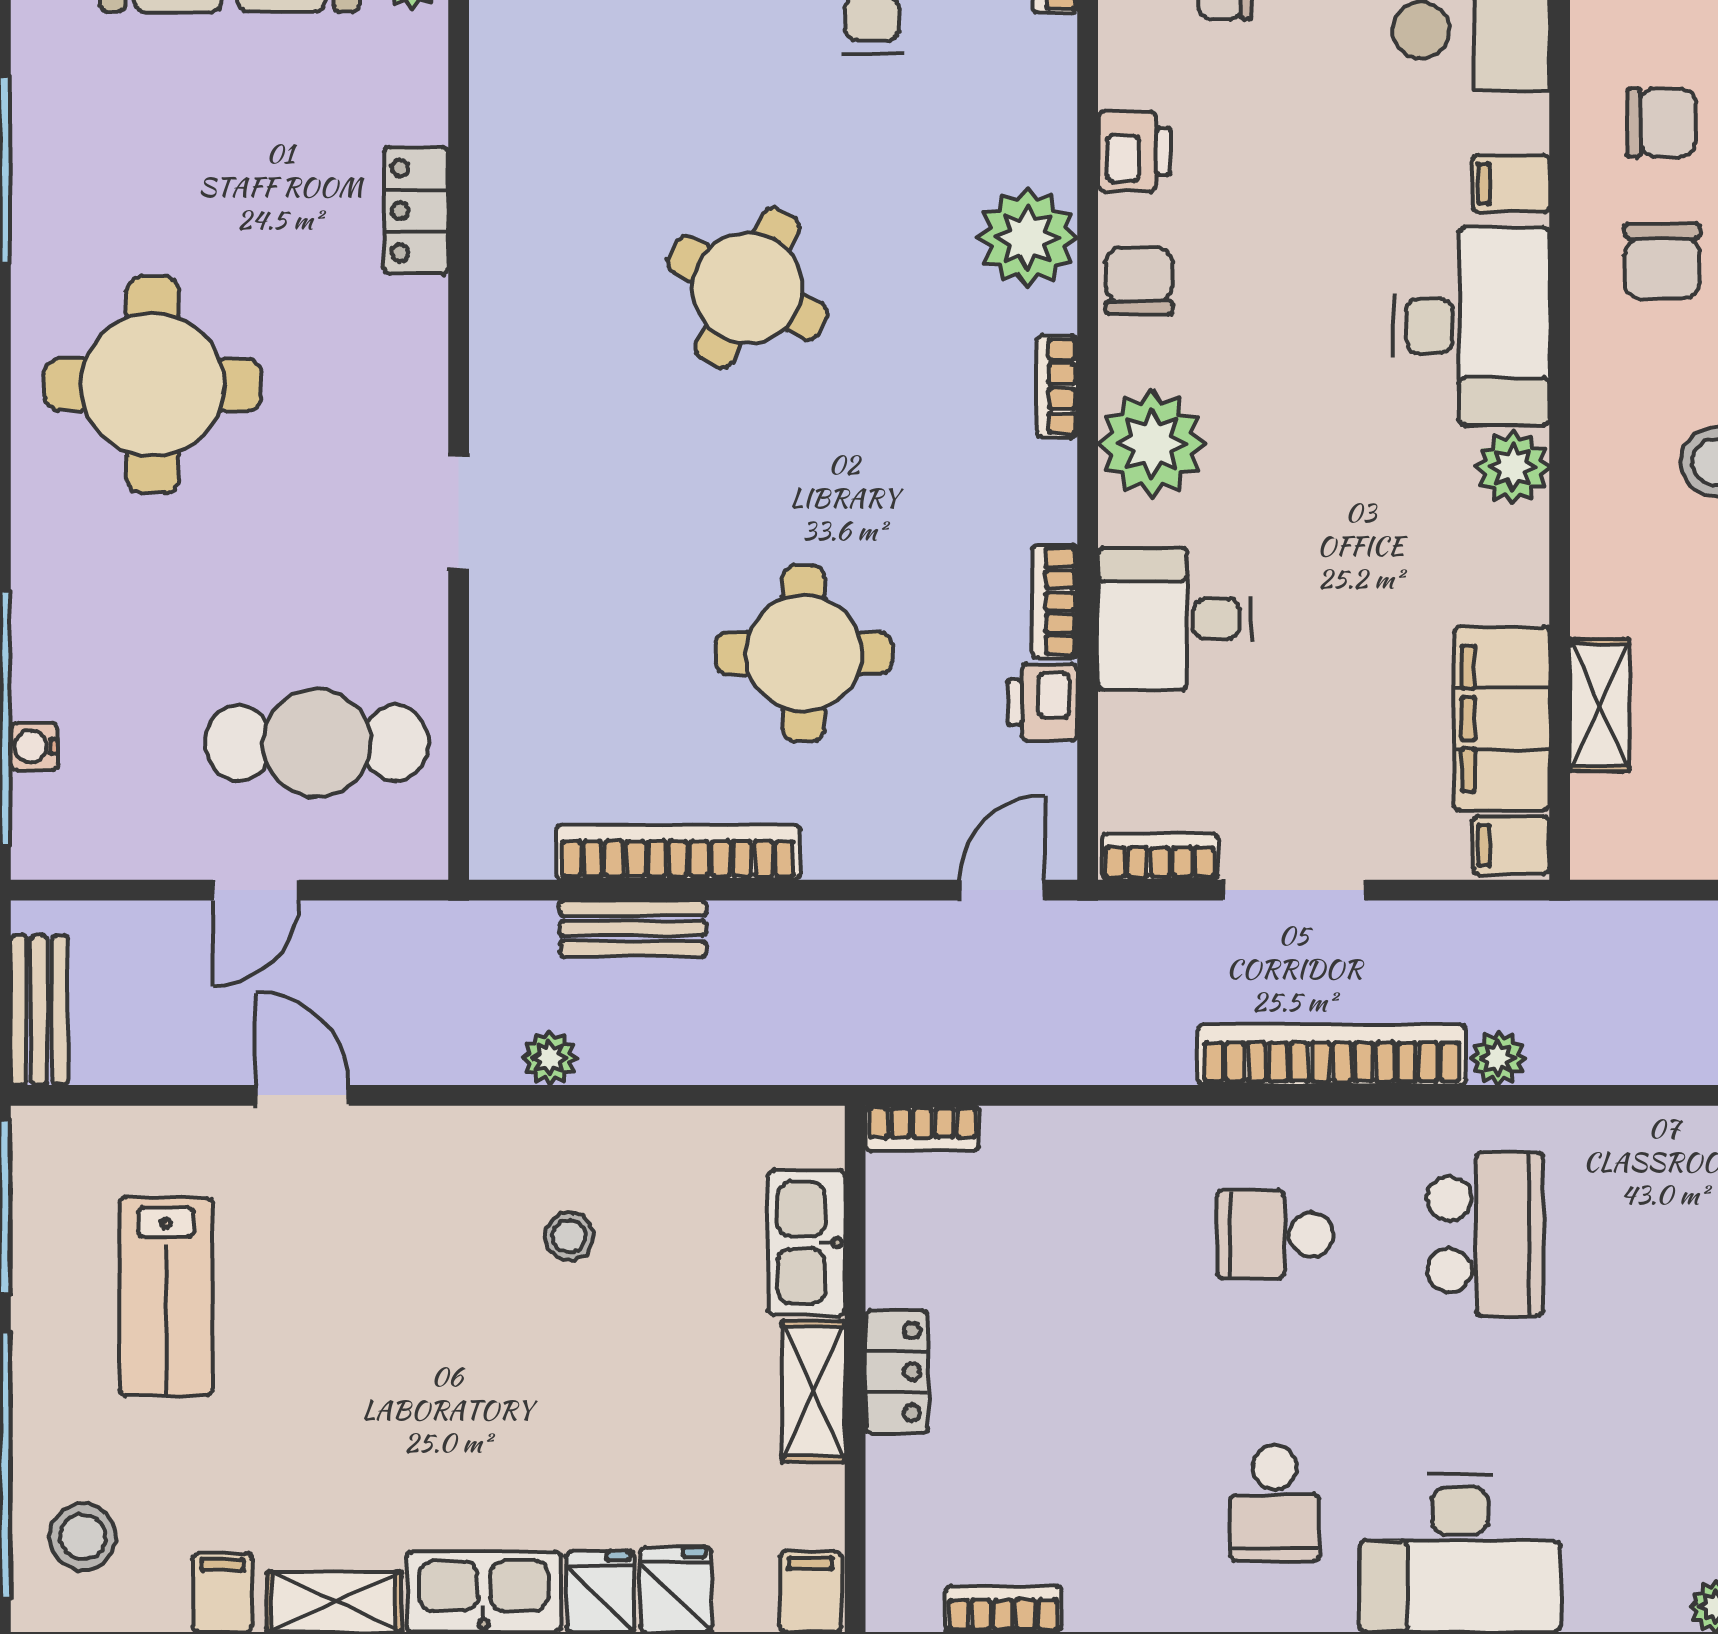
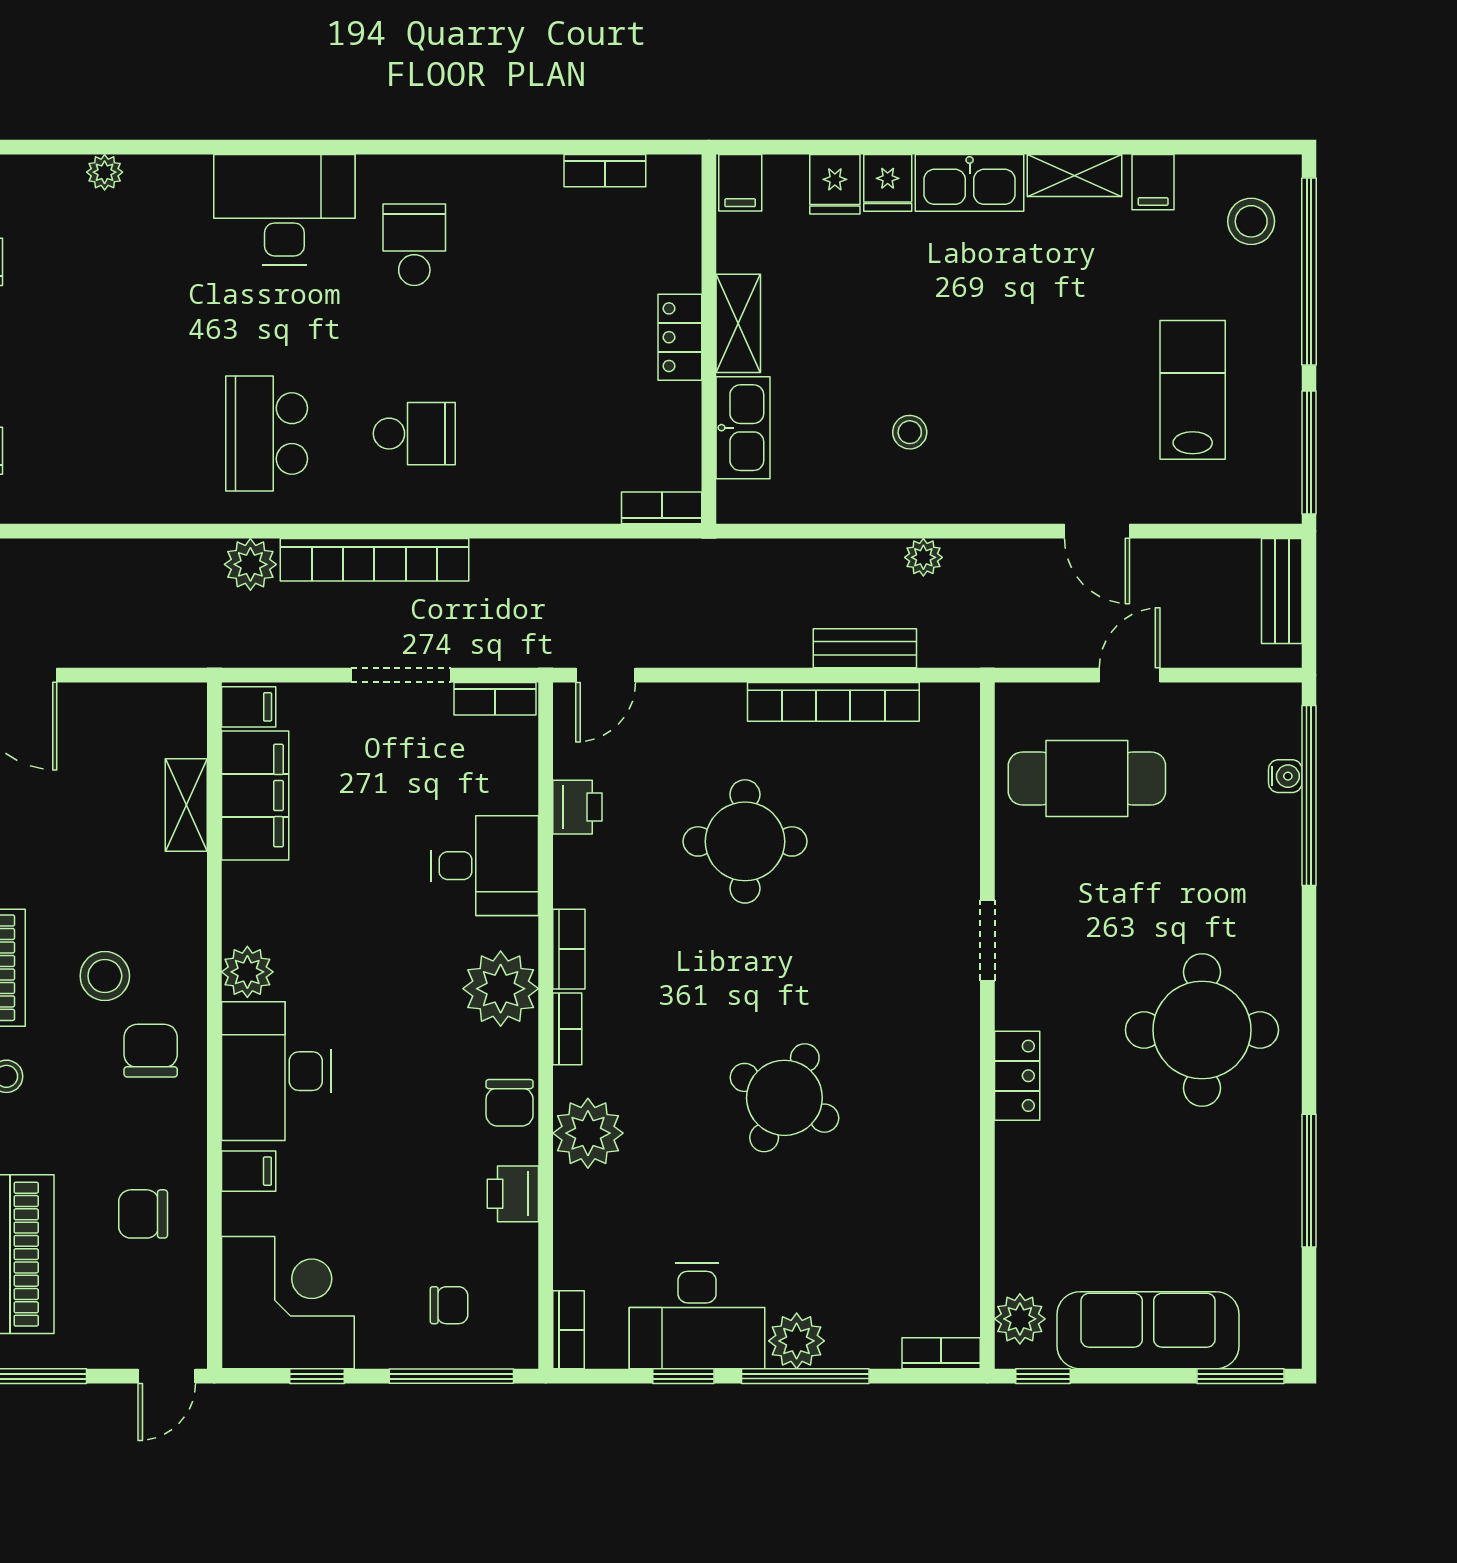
locker: (416, 210) -> (1017, 1076), moved
chair: (1662, 261) -> (151, 1051), moved
bookcase: (1055, 601) -> (569, 949), moved
plant: (1498, 1058) -> (250, 564), width x1.38, depth x1.38

